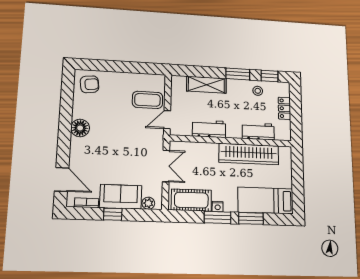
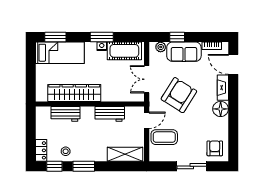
sliding door: (117, 66) -> (192, 166), added
armchair: (89, 84) -> (215, 148), turned 97
shelving: (206, 85) -> (125, 154), moved
locker: (284, 108) -> (41, 150), moved
armchair: (129, 146) -> (179, 95), added
fireplace: (76, 152) -> (223, 88), added
window: (113, 214) -> (177, 37), moved
window: (251, 218) -> (55, 37), moved

